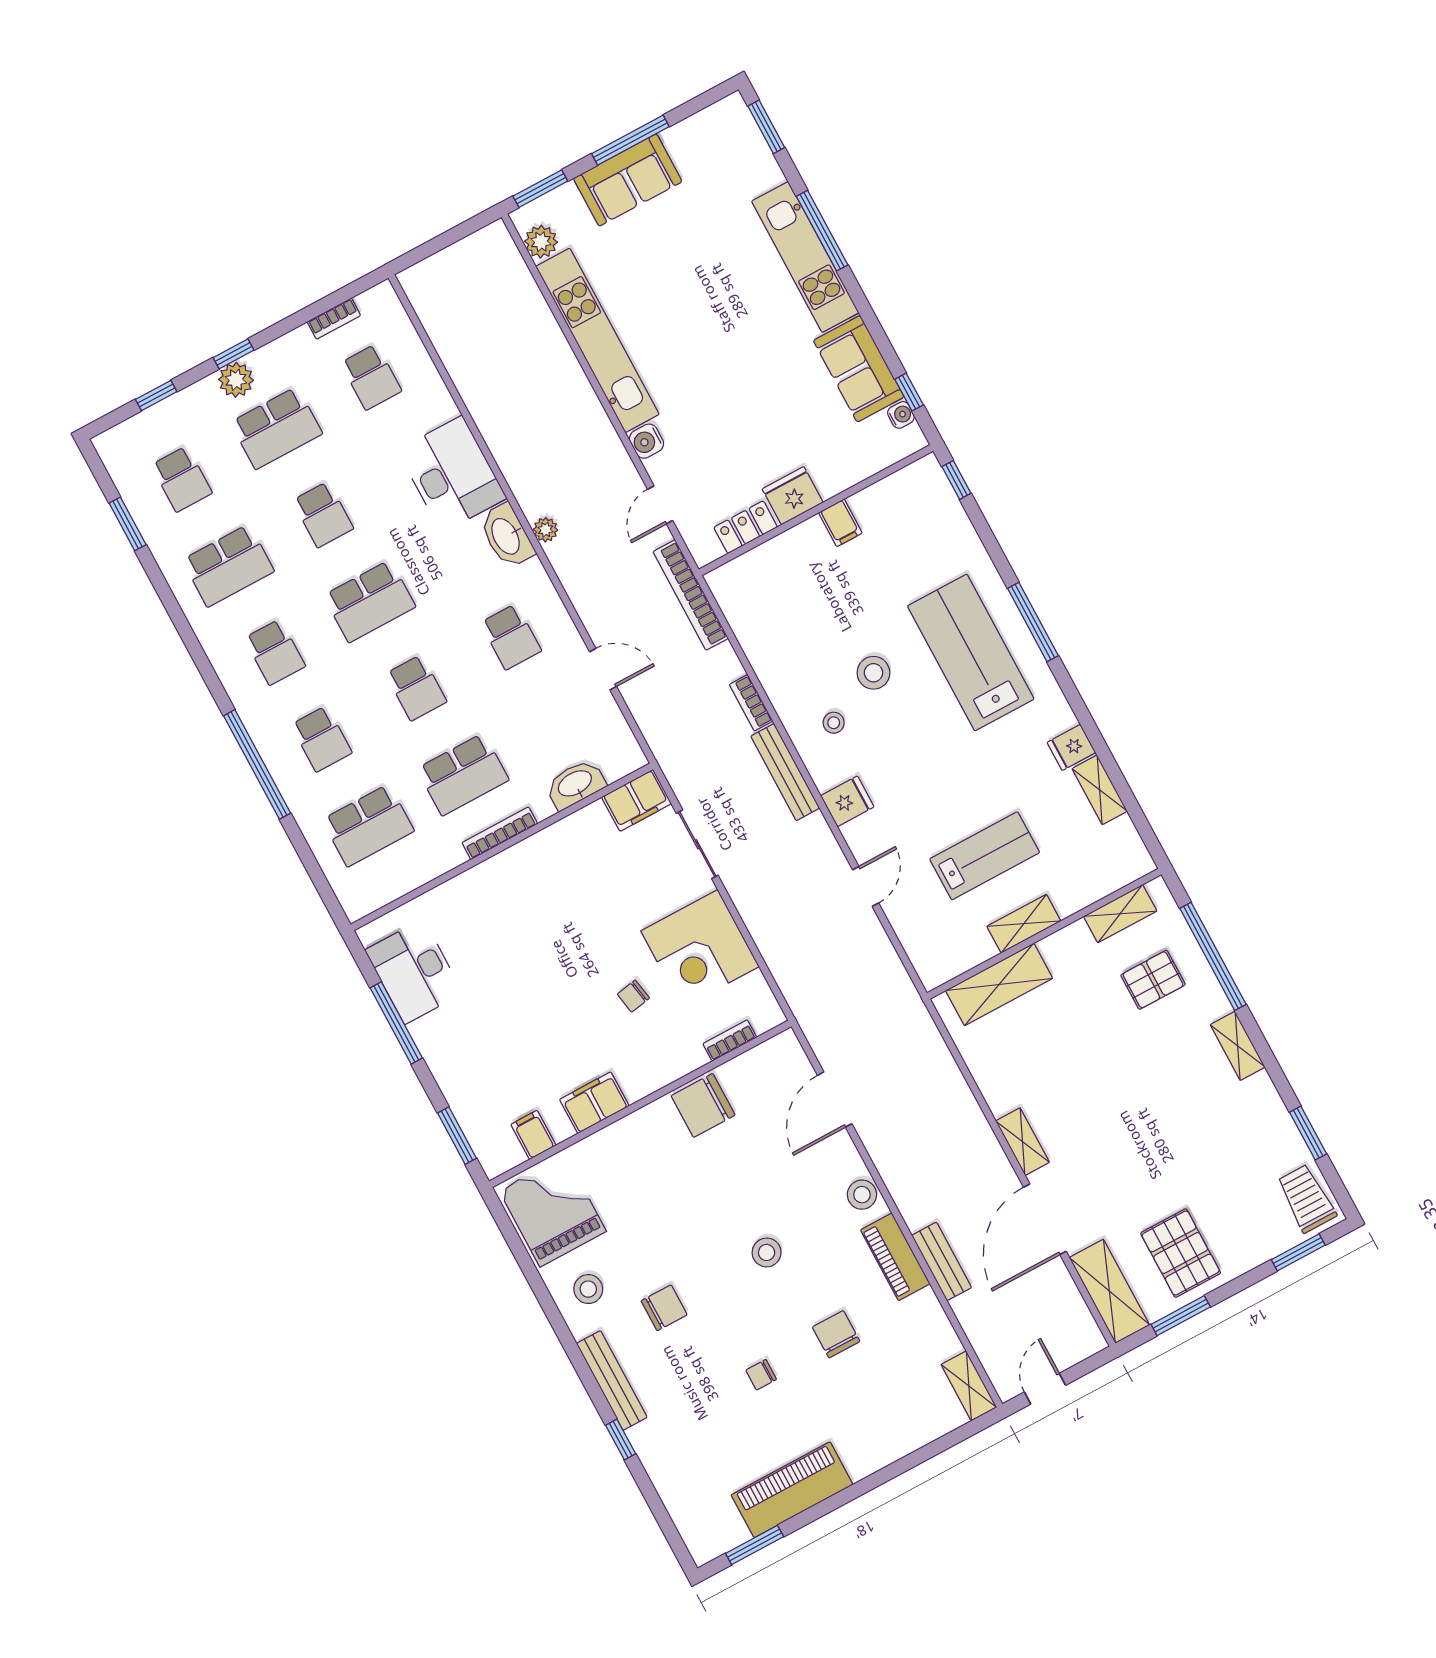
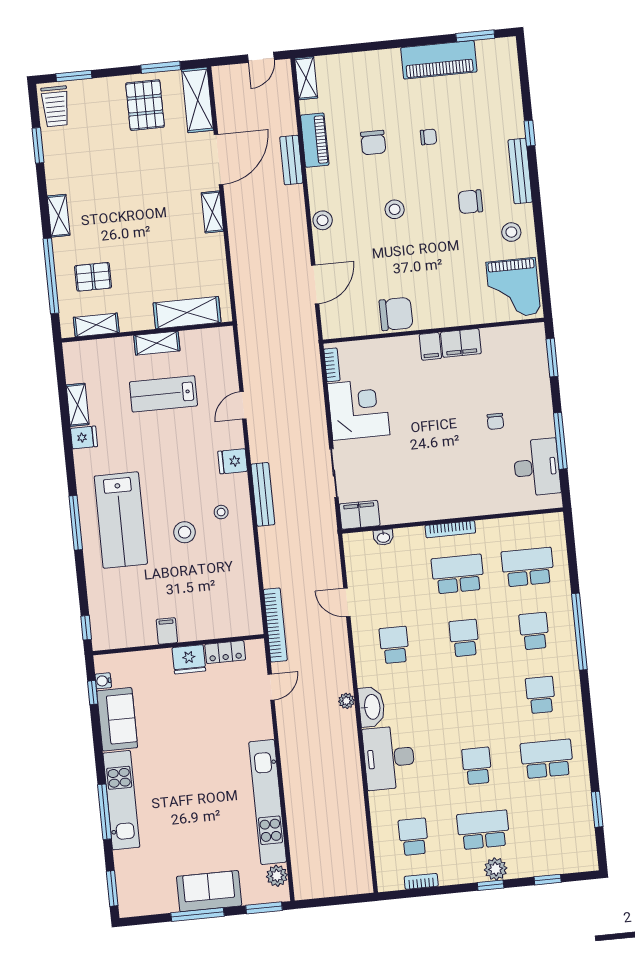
water cooler: (646, 441) -> (263, 729), removed
school desk: (182, 479) -> (553, 823), removed
school desk: (370, 601) -> (471, 702), removed
bookcase: (751, 703) -> (266, 545), removed
washbasin: (575, 784) -> (383, 537), width x0.52, depth x0.69
chair: (633, 996) -> (495, 421), moved, turned 100
bookcase: (730, 1040) -> (332, 365), moved, turned -90
filing cabinet: (533, 1135) -> (430, 346), moved
piano: (895, 1257) -> (315, 140), moved

